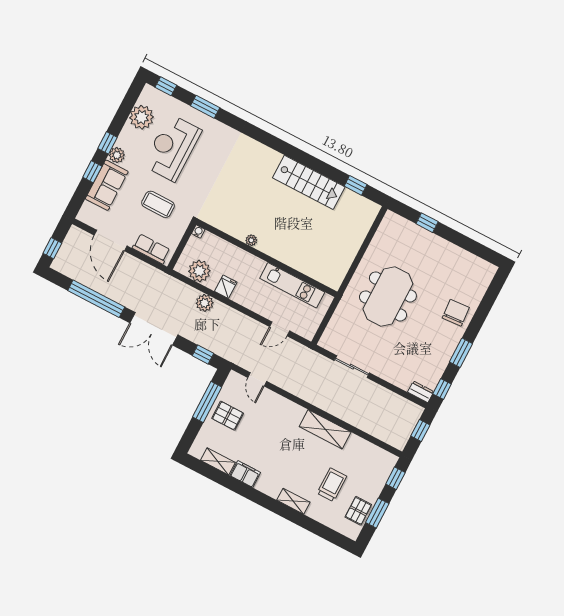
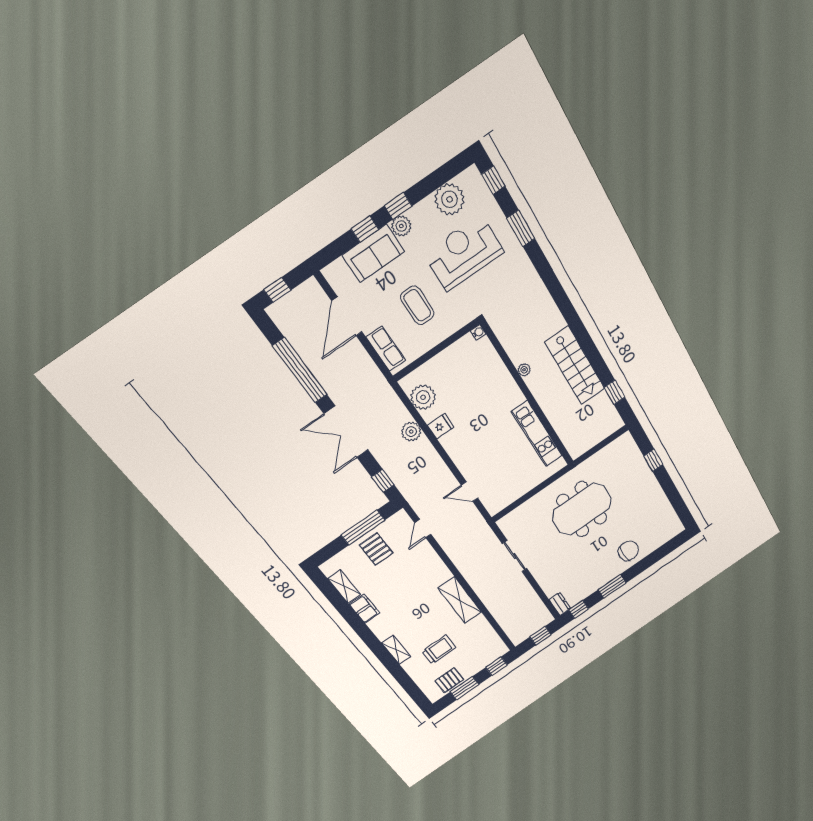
water cooler: (198, 232) -> (478, 332), moved
plant: (251, 240) -> (524, 370), moved
wall: (267, 258) -> (528, 395), moved
kitchen unit: (292, 285) -> (537, 434), moved

